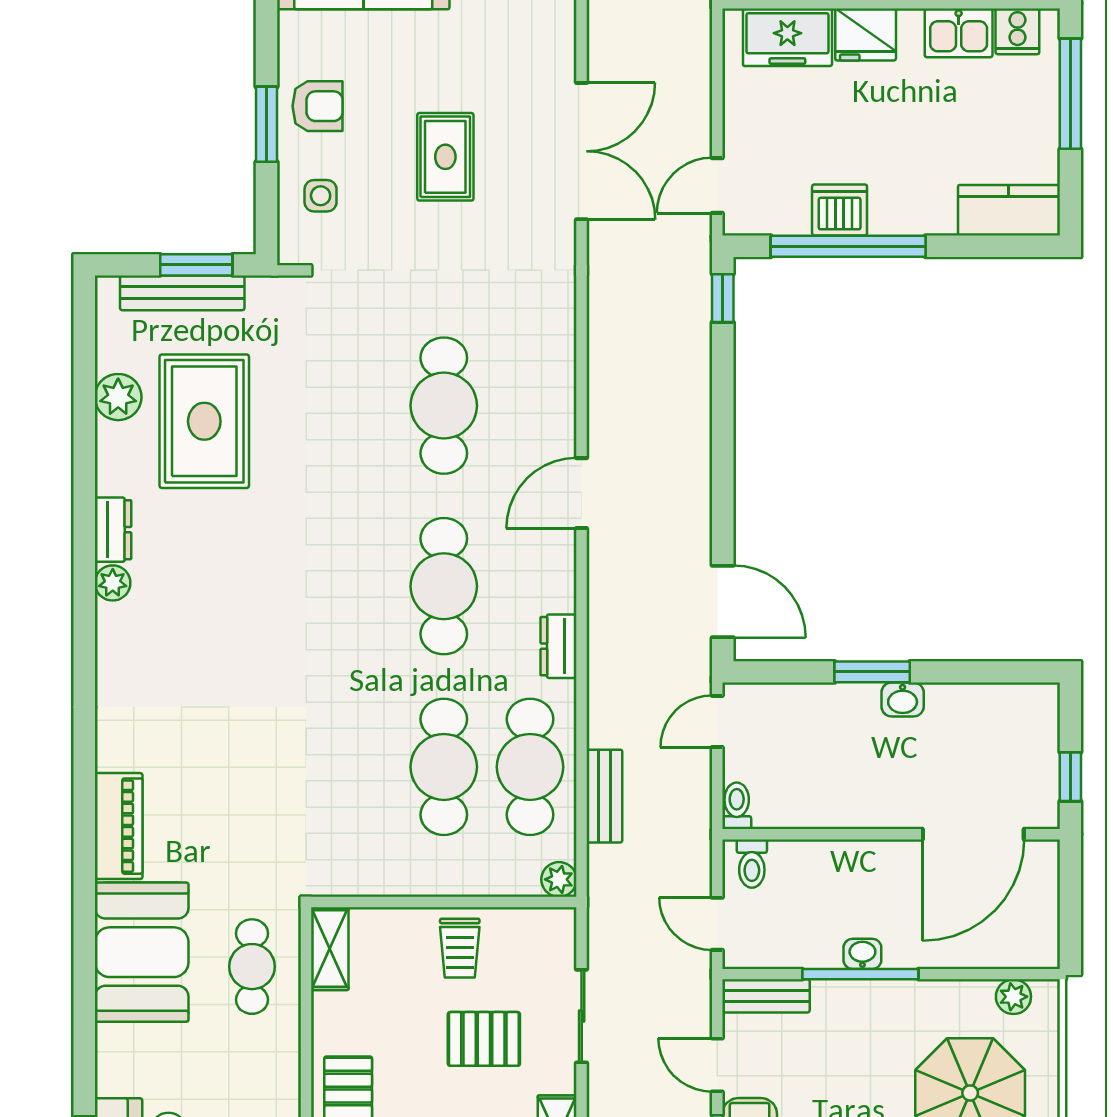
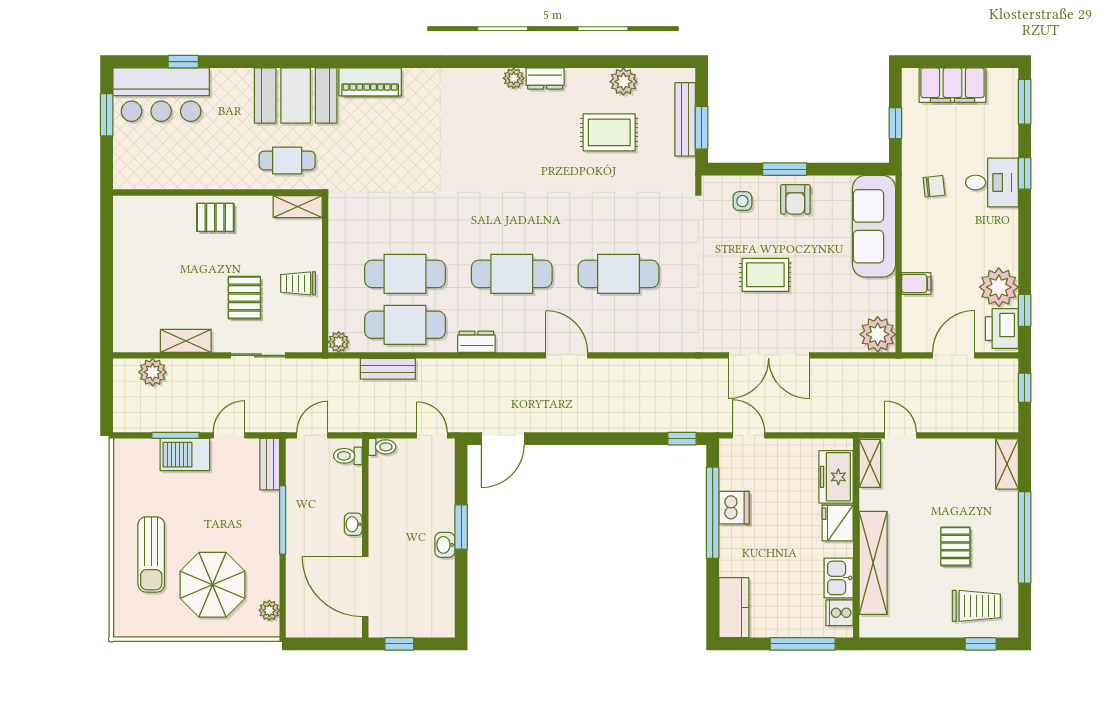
rug: (204, 421) -> (609, 132), width x0.73, depth x0.70
washbasin: (862, 954) -> (353, 524), moved, turned 180

